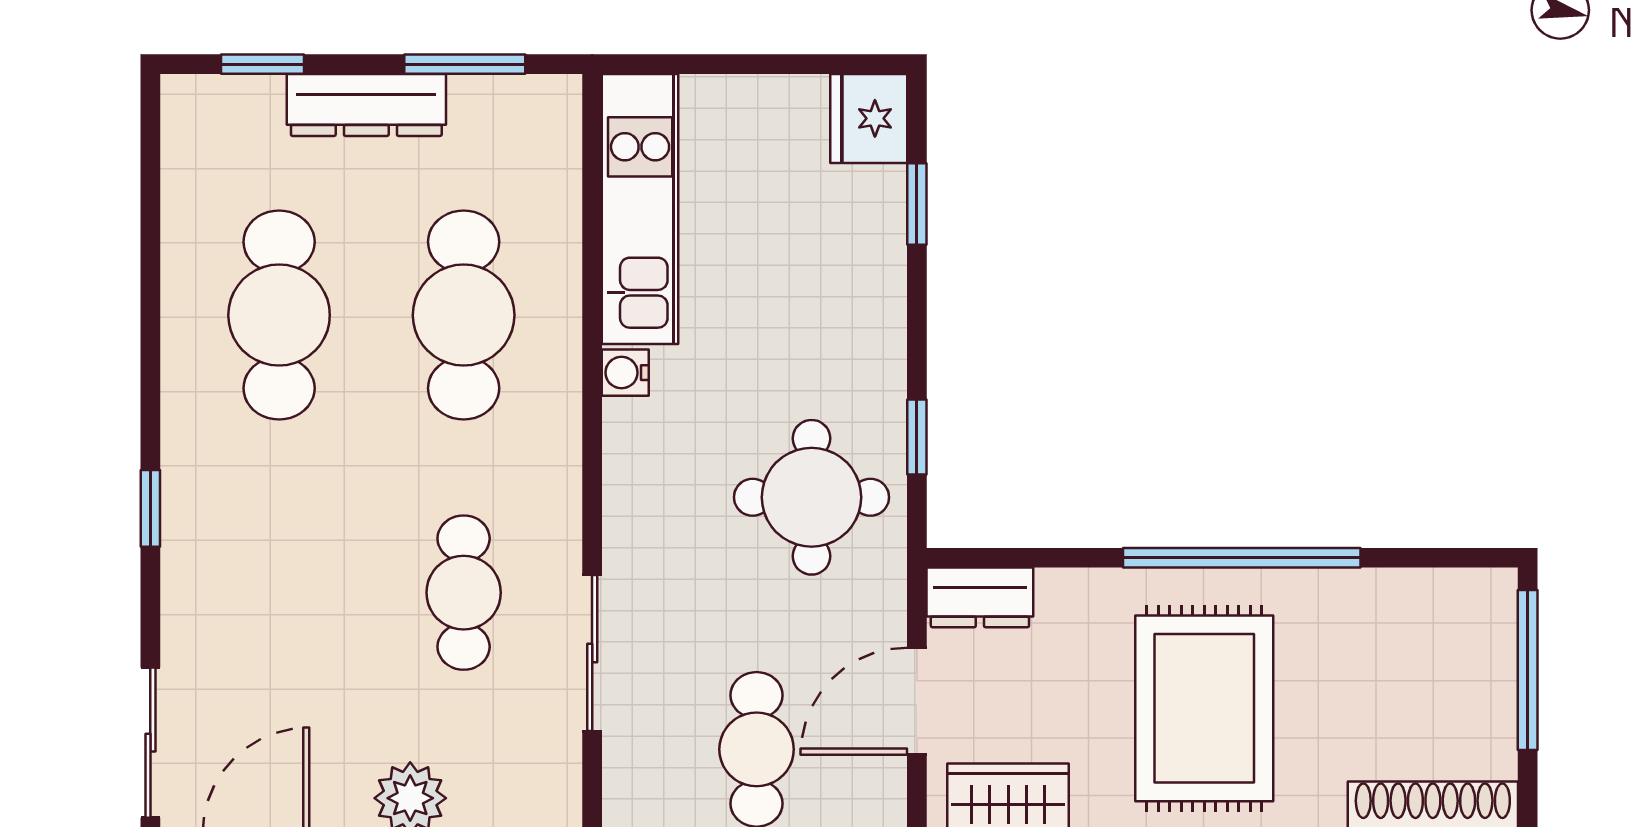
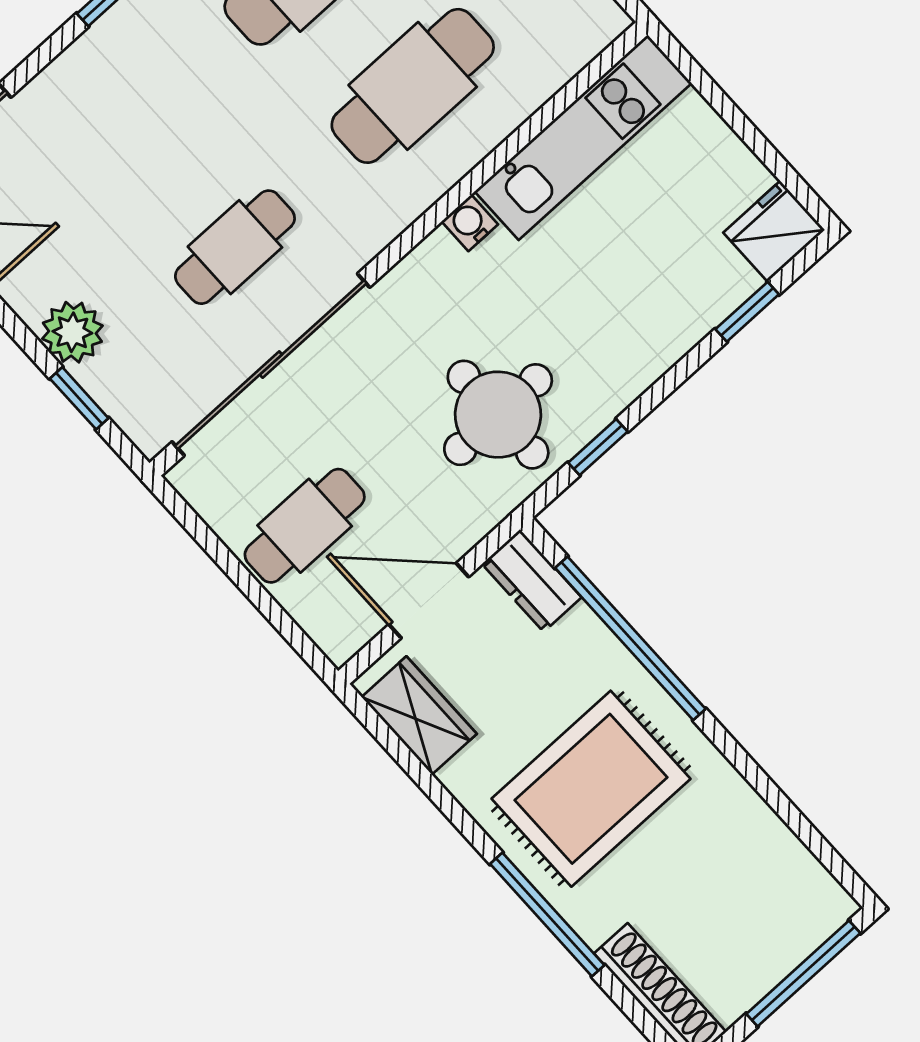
window: (1242, 558) -> (630, 638), moved
sliding door: (592, 653) -> (271, 365), width x1.86

